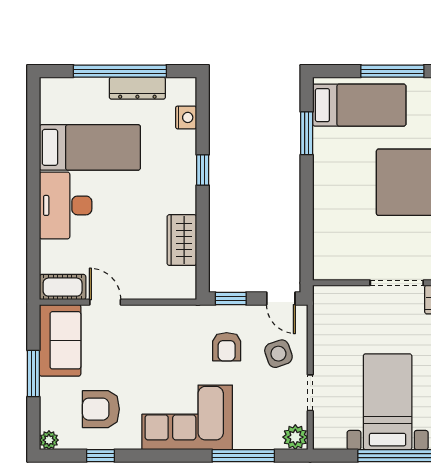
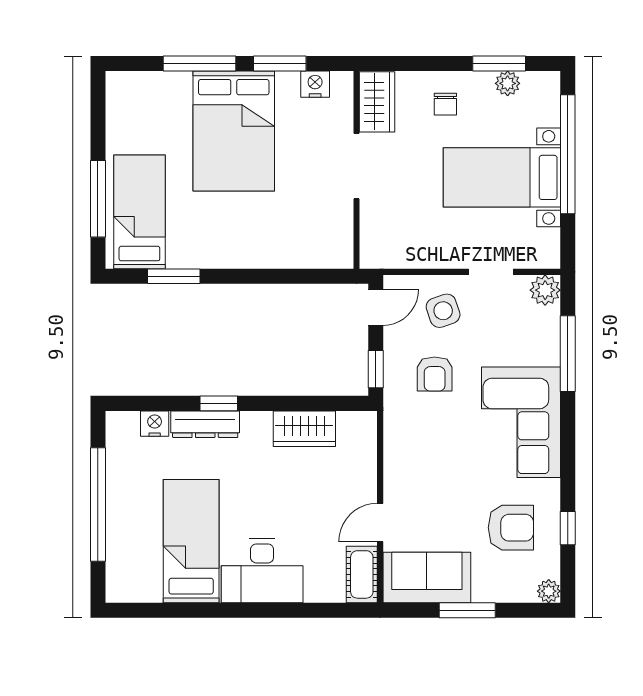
window: (392, 71) -> (98, 199), moved
dresser: (137, 88) -> (205, 424), moved, turned 90
armchair: (227, 347) -> (435, 374), turned 90
armchair: (101, 409) -> (511, 528), turned -90

